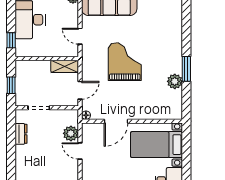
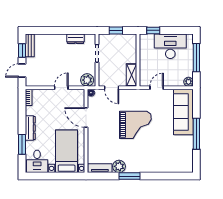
tv unit: (177, 104) -> (100, 168), added
plant: (71, 133) -> (87, 80), moved

